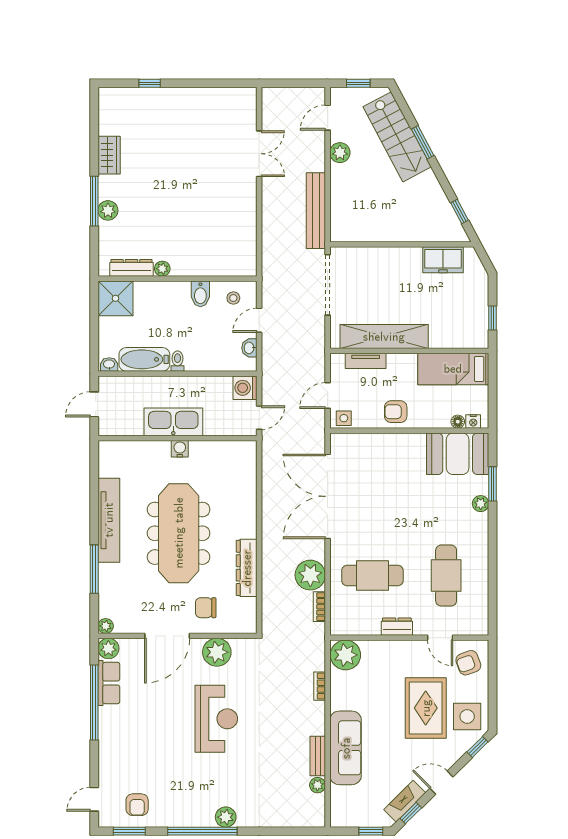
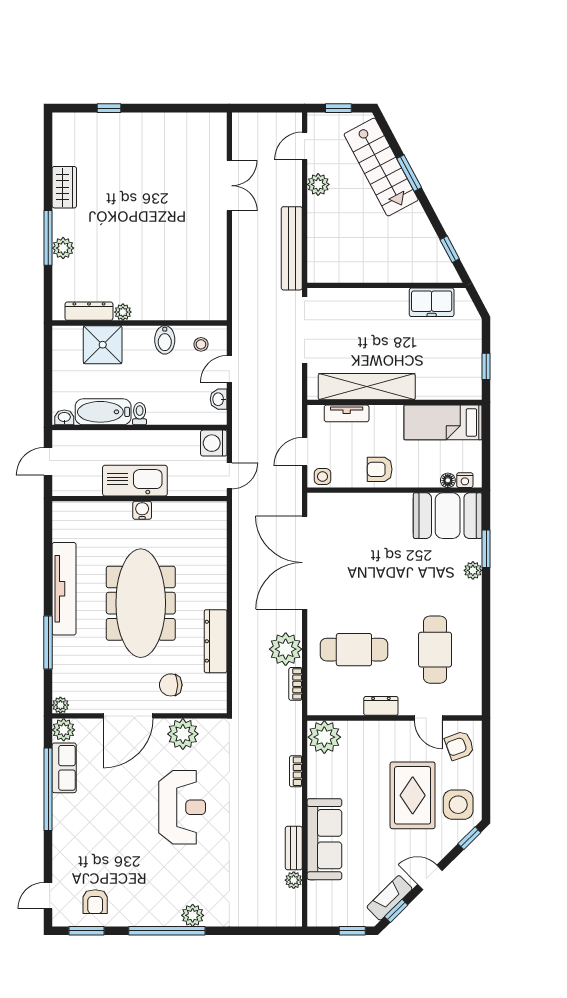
shower: (116, 298) -> (103, 345), moved

